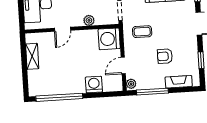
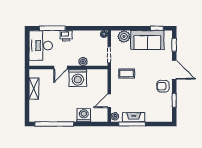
washing machine: (109, 39) -> (78, 78), moved, turned -90
armchair: (165, 56) -> (163, 86), moved
fireplace: (179, 82) -> (134, 117), moved

